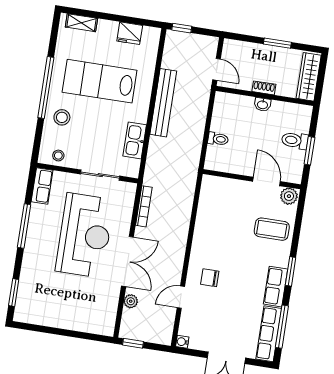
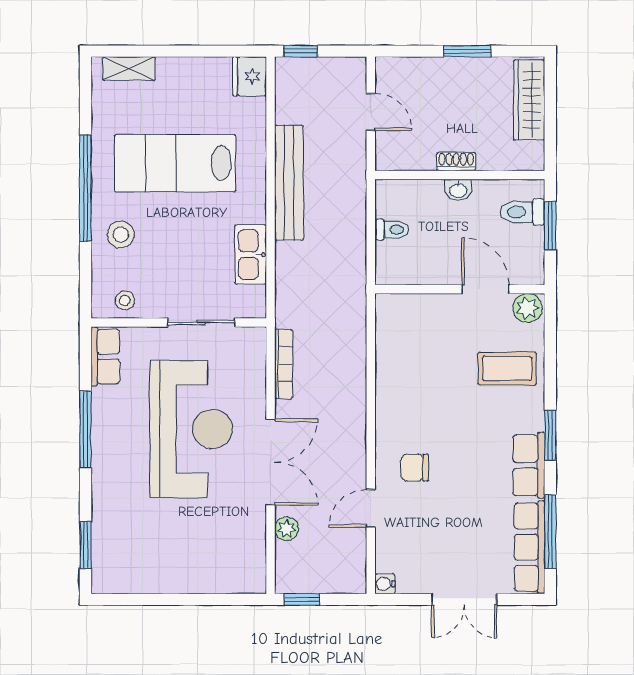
fridge: (130, 33) -> (249, 76), moved, turned 90
shoe rack: (264, 88) -> (456, 161), moved
wall: (265, 96) -> (460, 175), moved
washbasin: (262, 104) -> (458, 190), moved

